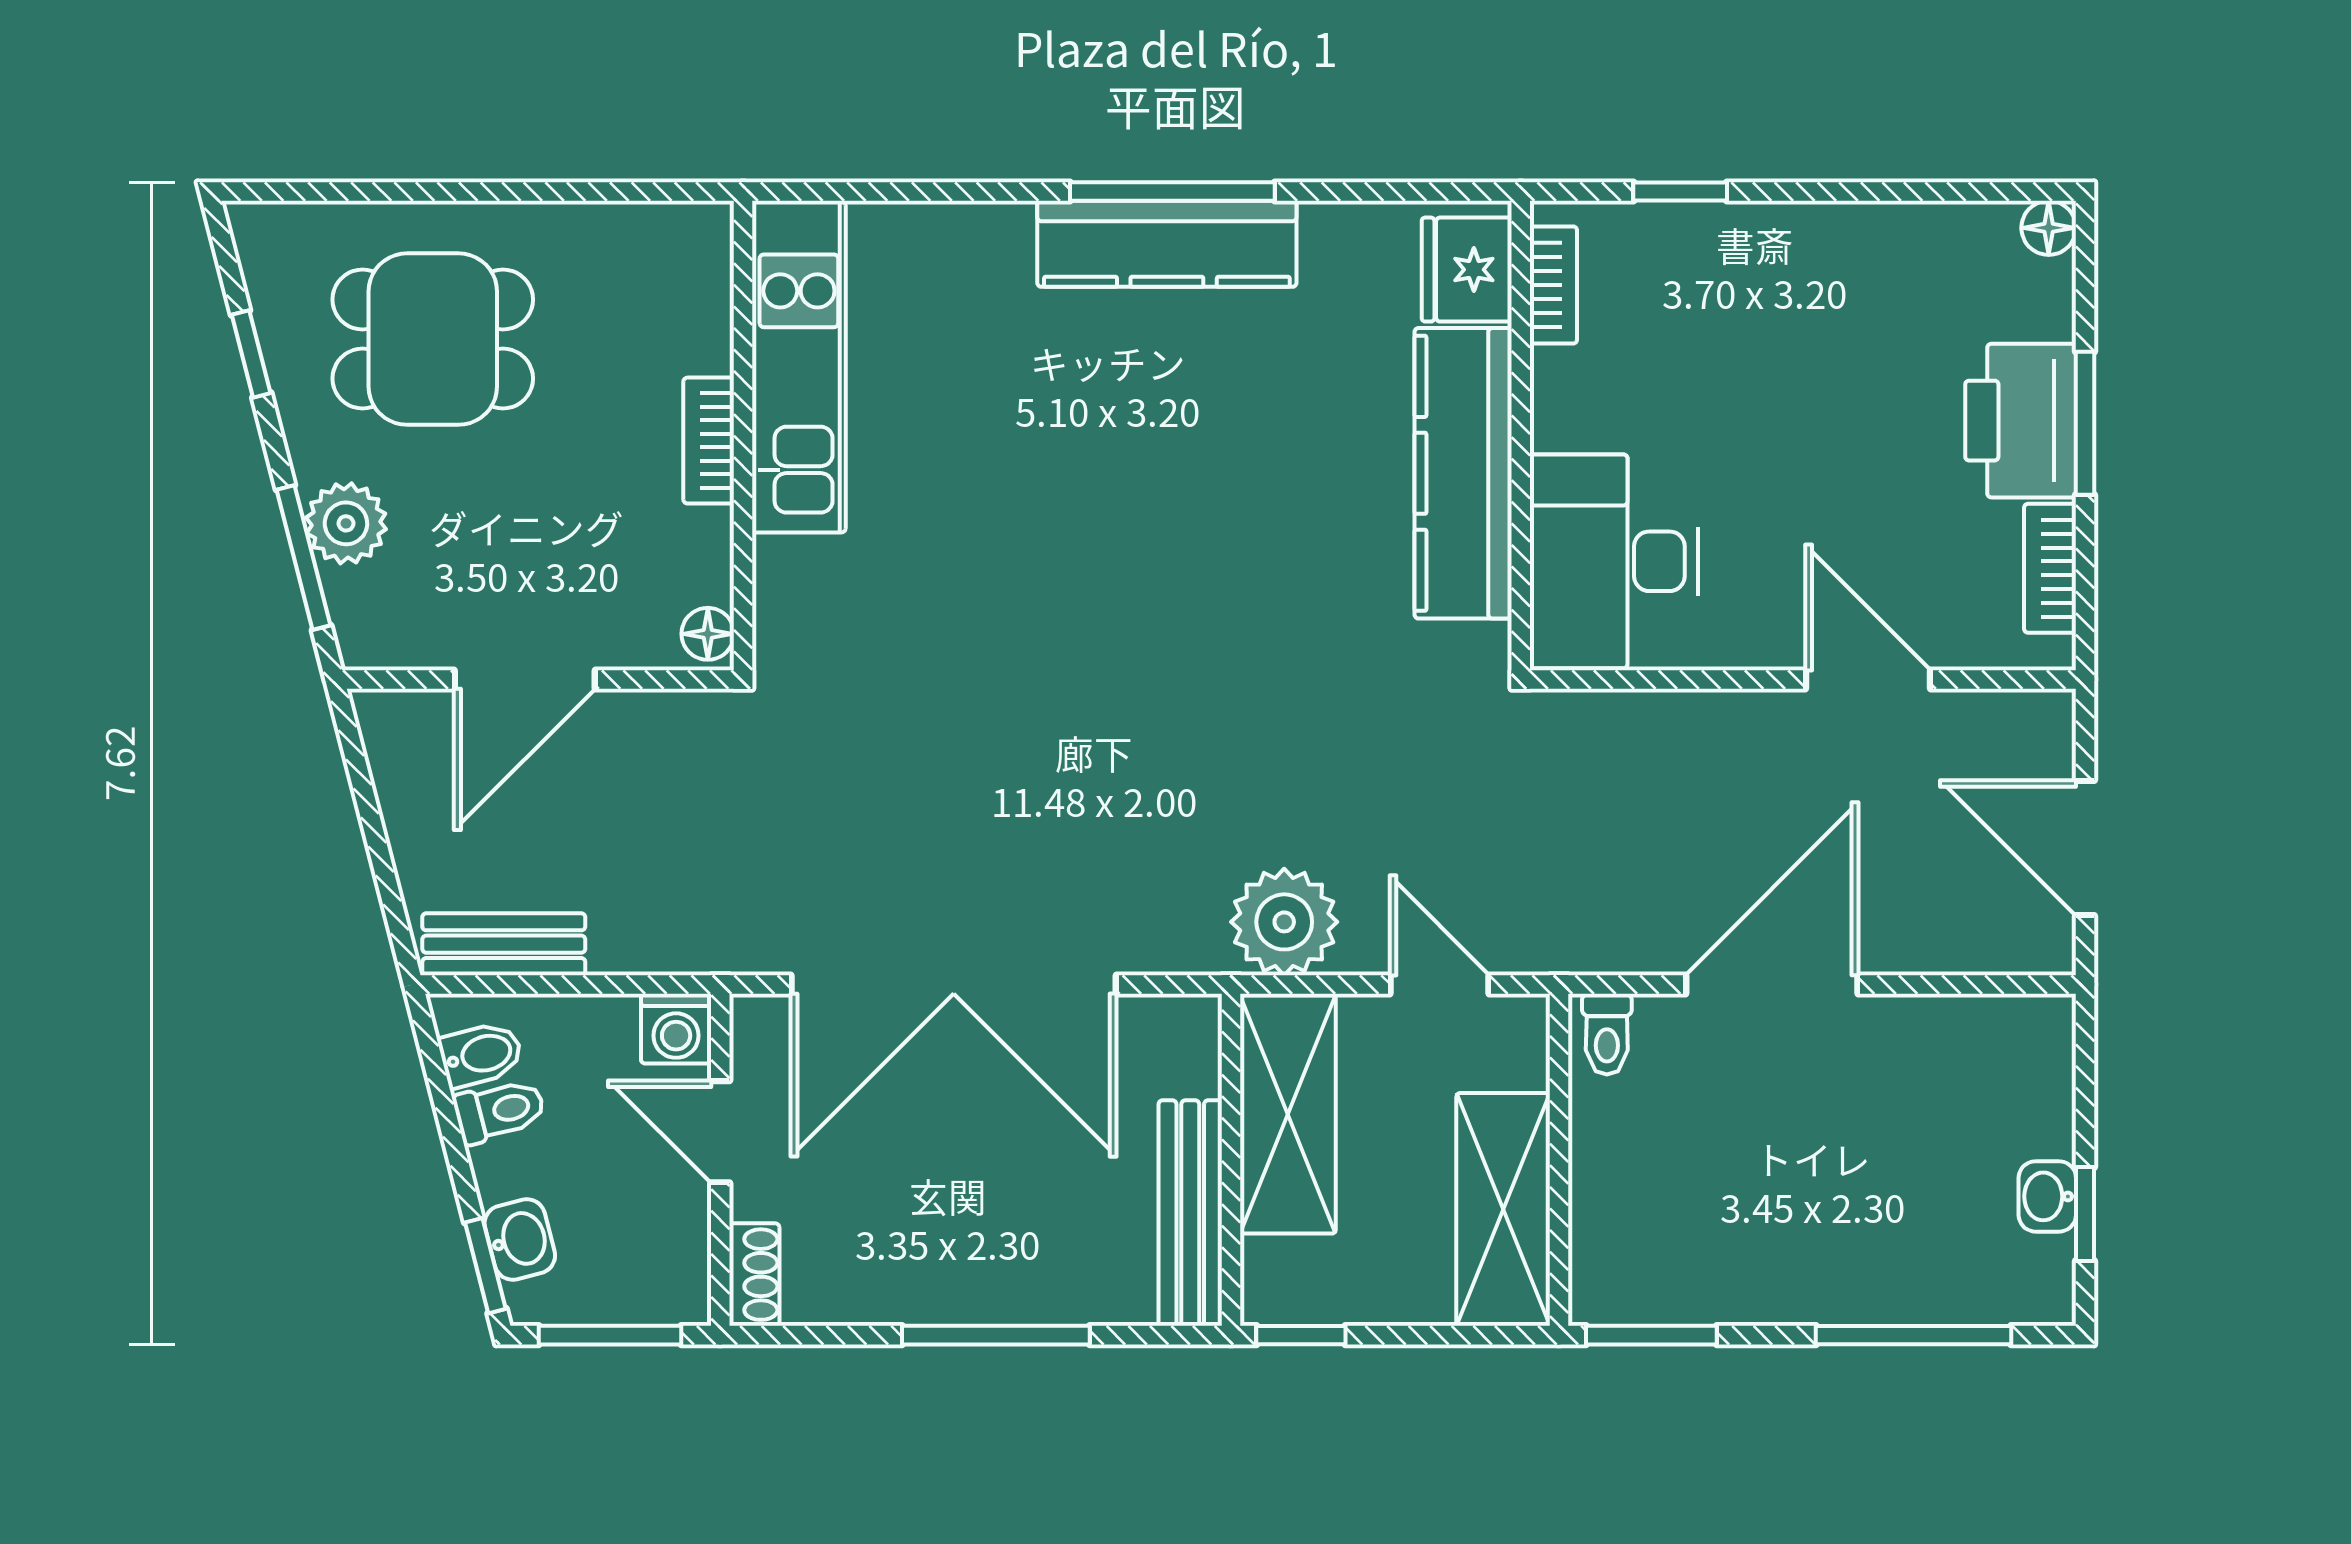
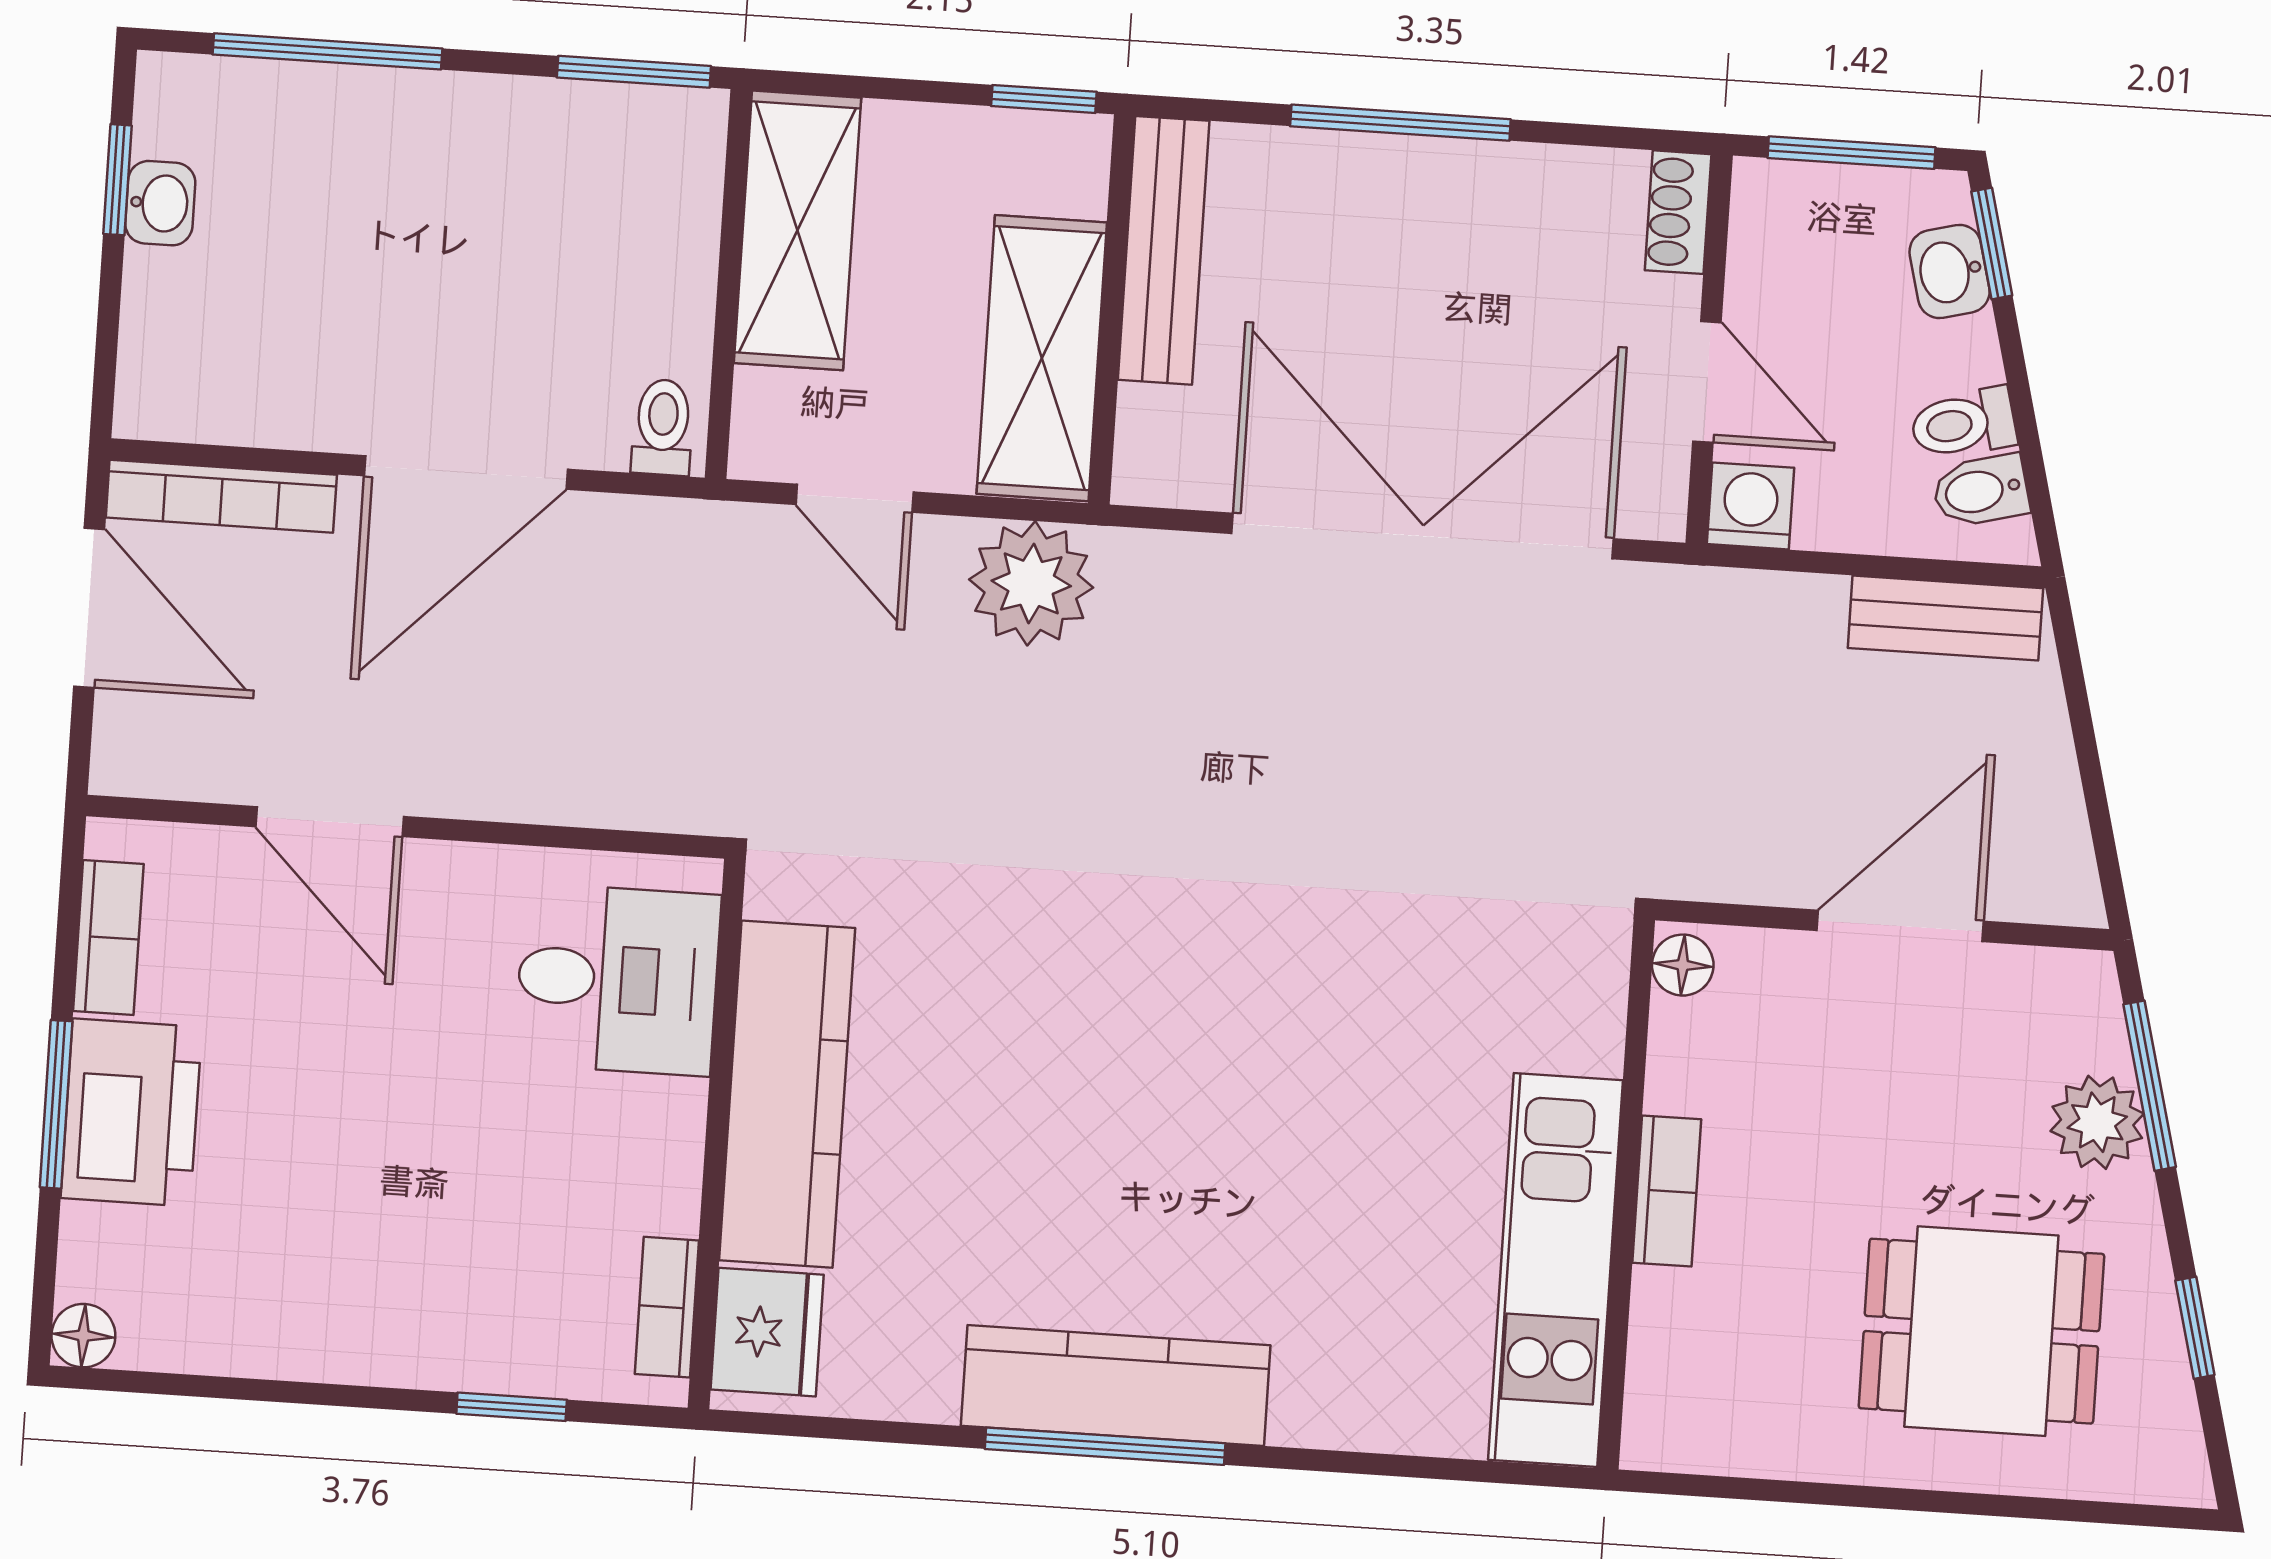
desk: (1614, 561) -> (618, 980), width x0.73
bookcase: (1979, 950) -> (221, 496), added

